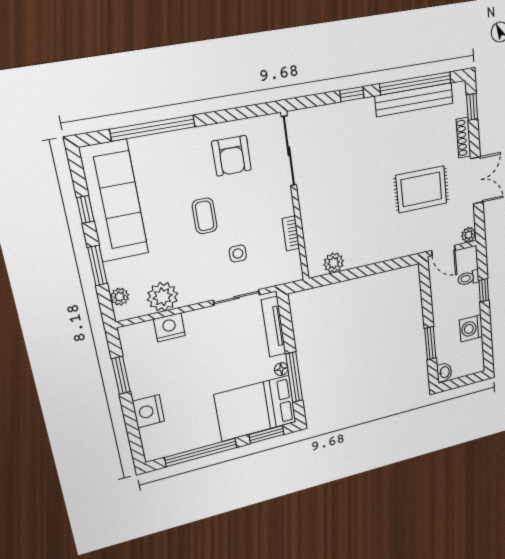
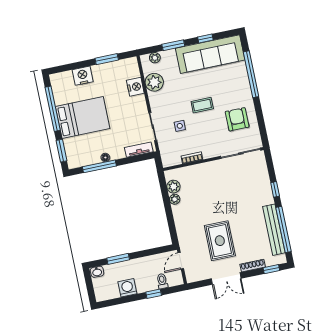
armchair: (232, 156) -> (237, 119), turned 90
plant: (469, 235) -> (175, 199), moved
tv unit: (274, 327) -> (139, 150), width x0.71
bed: (256, 408) -> (83, 118), moved, turned 90

